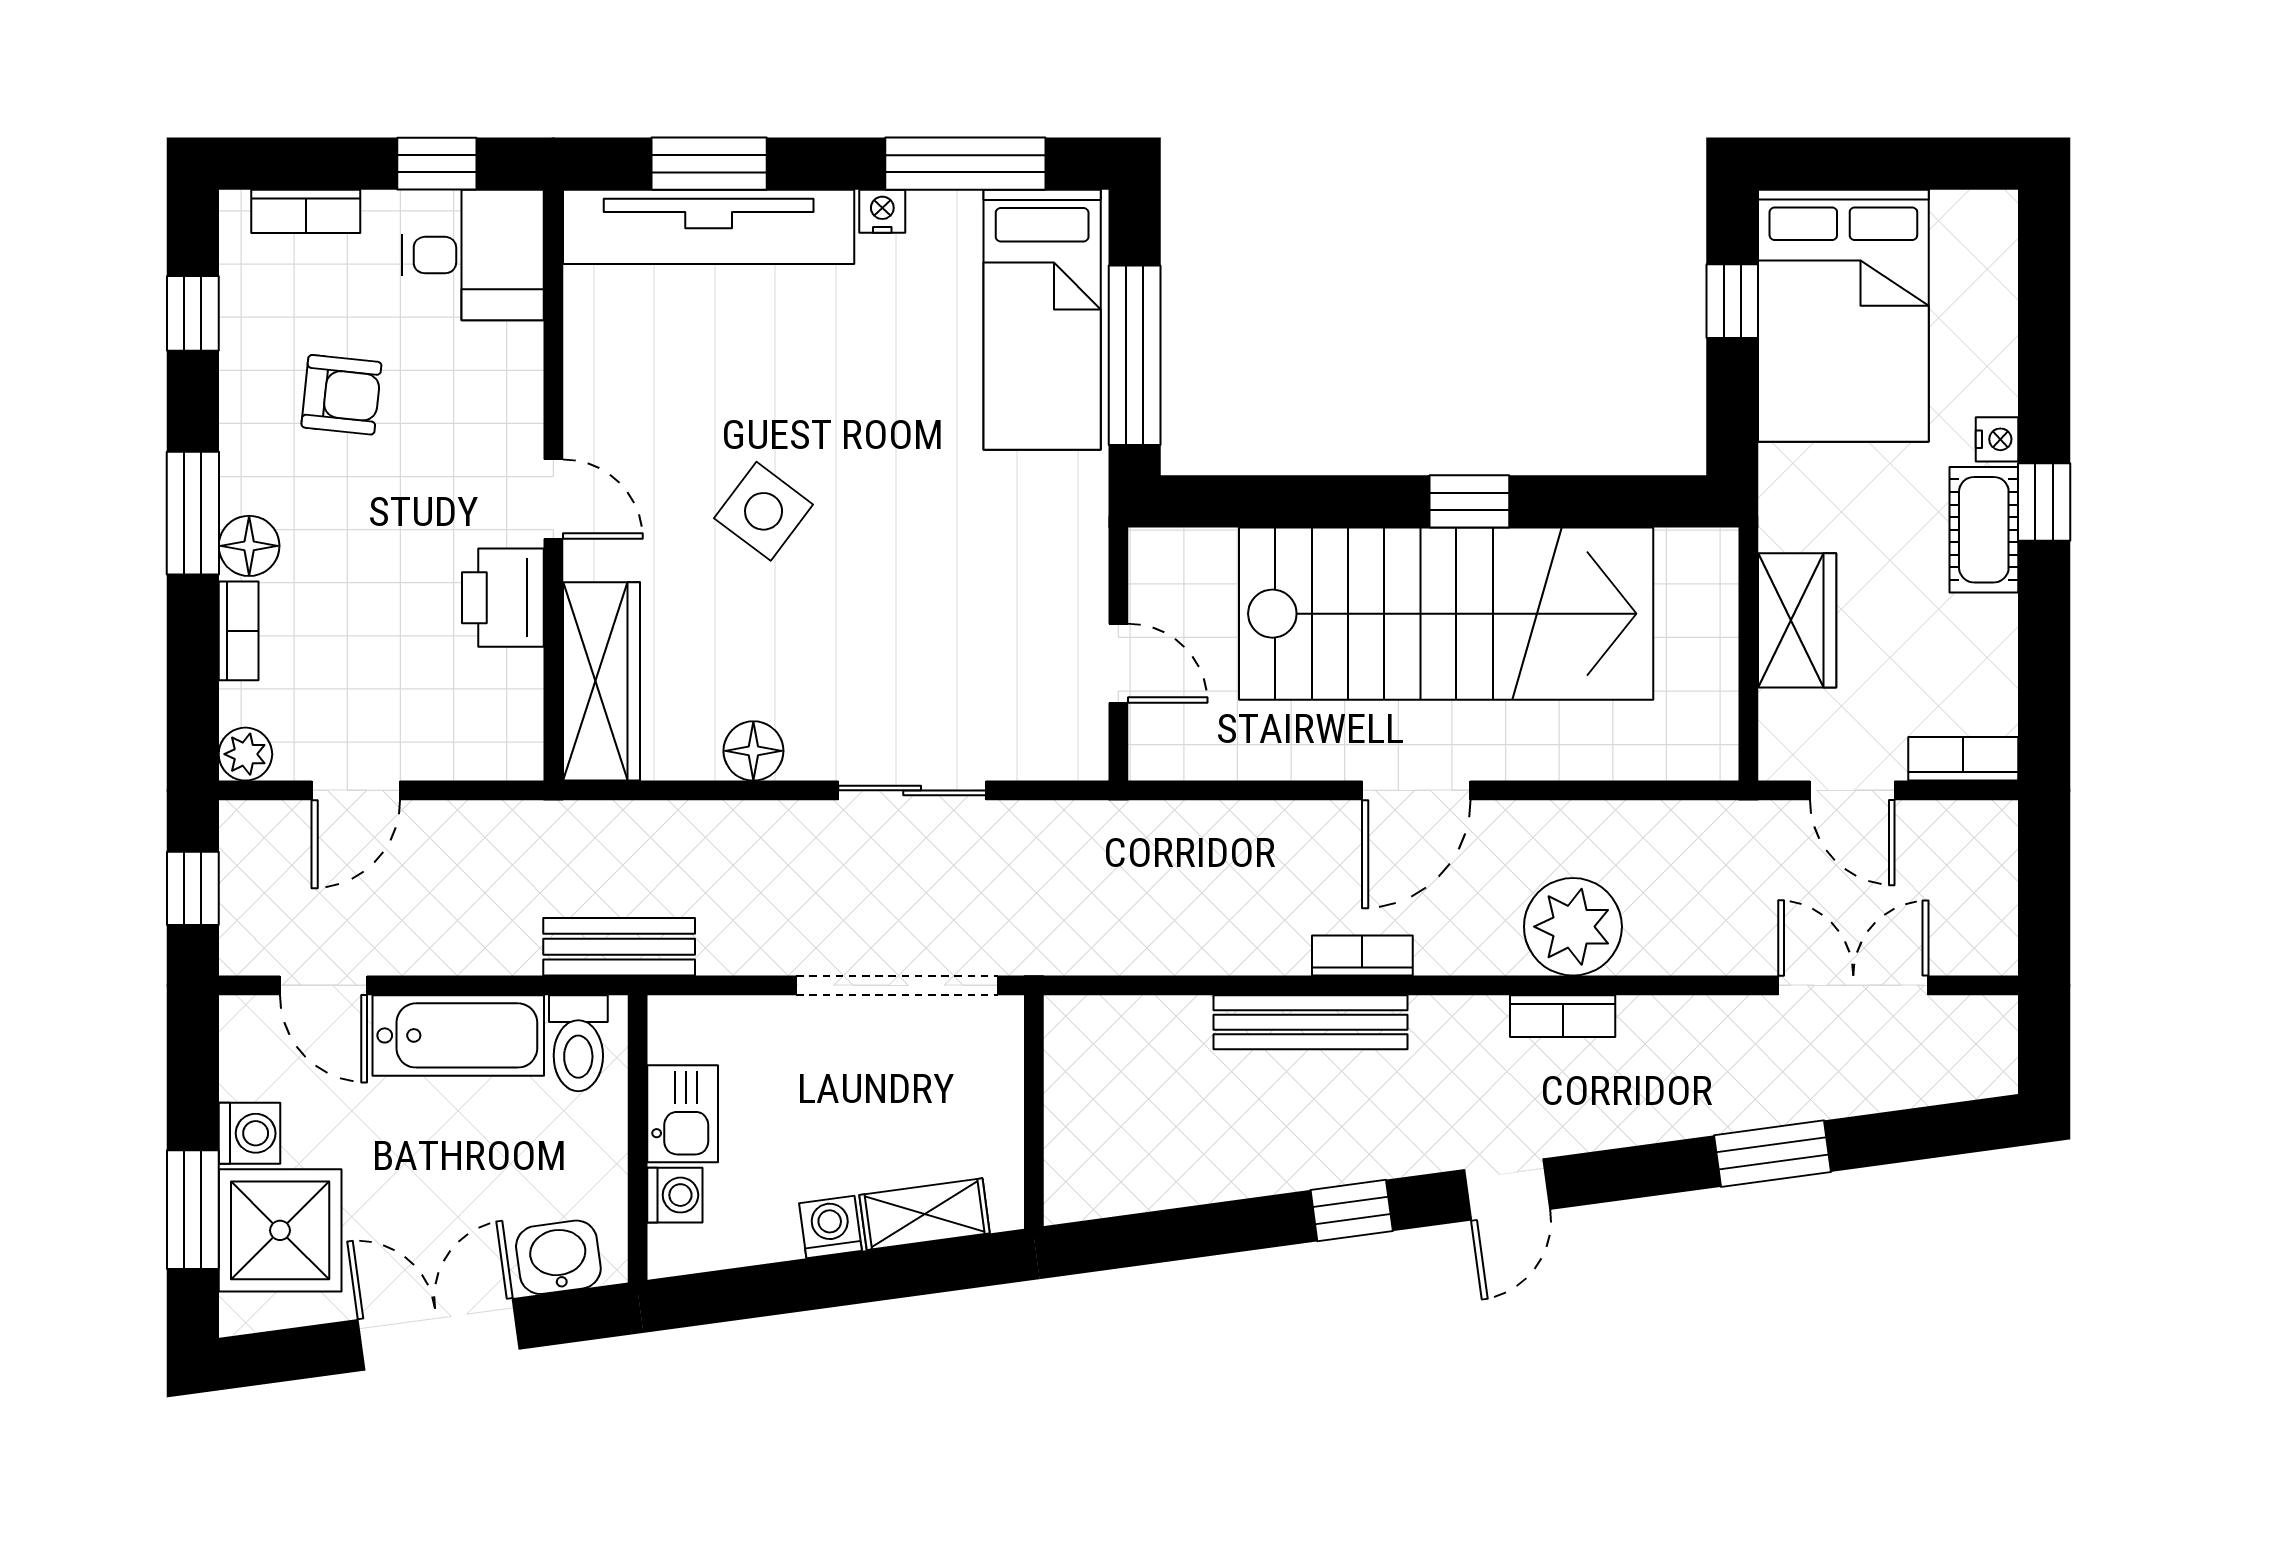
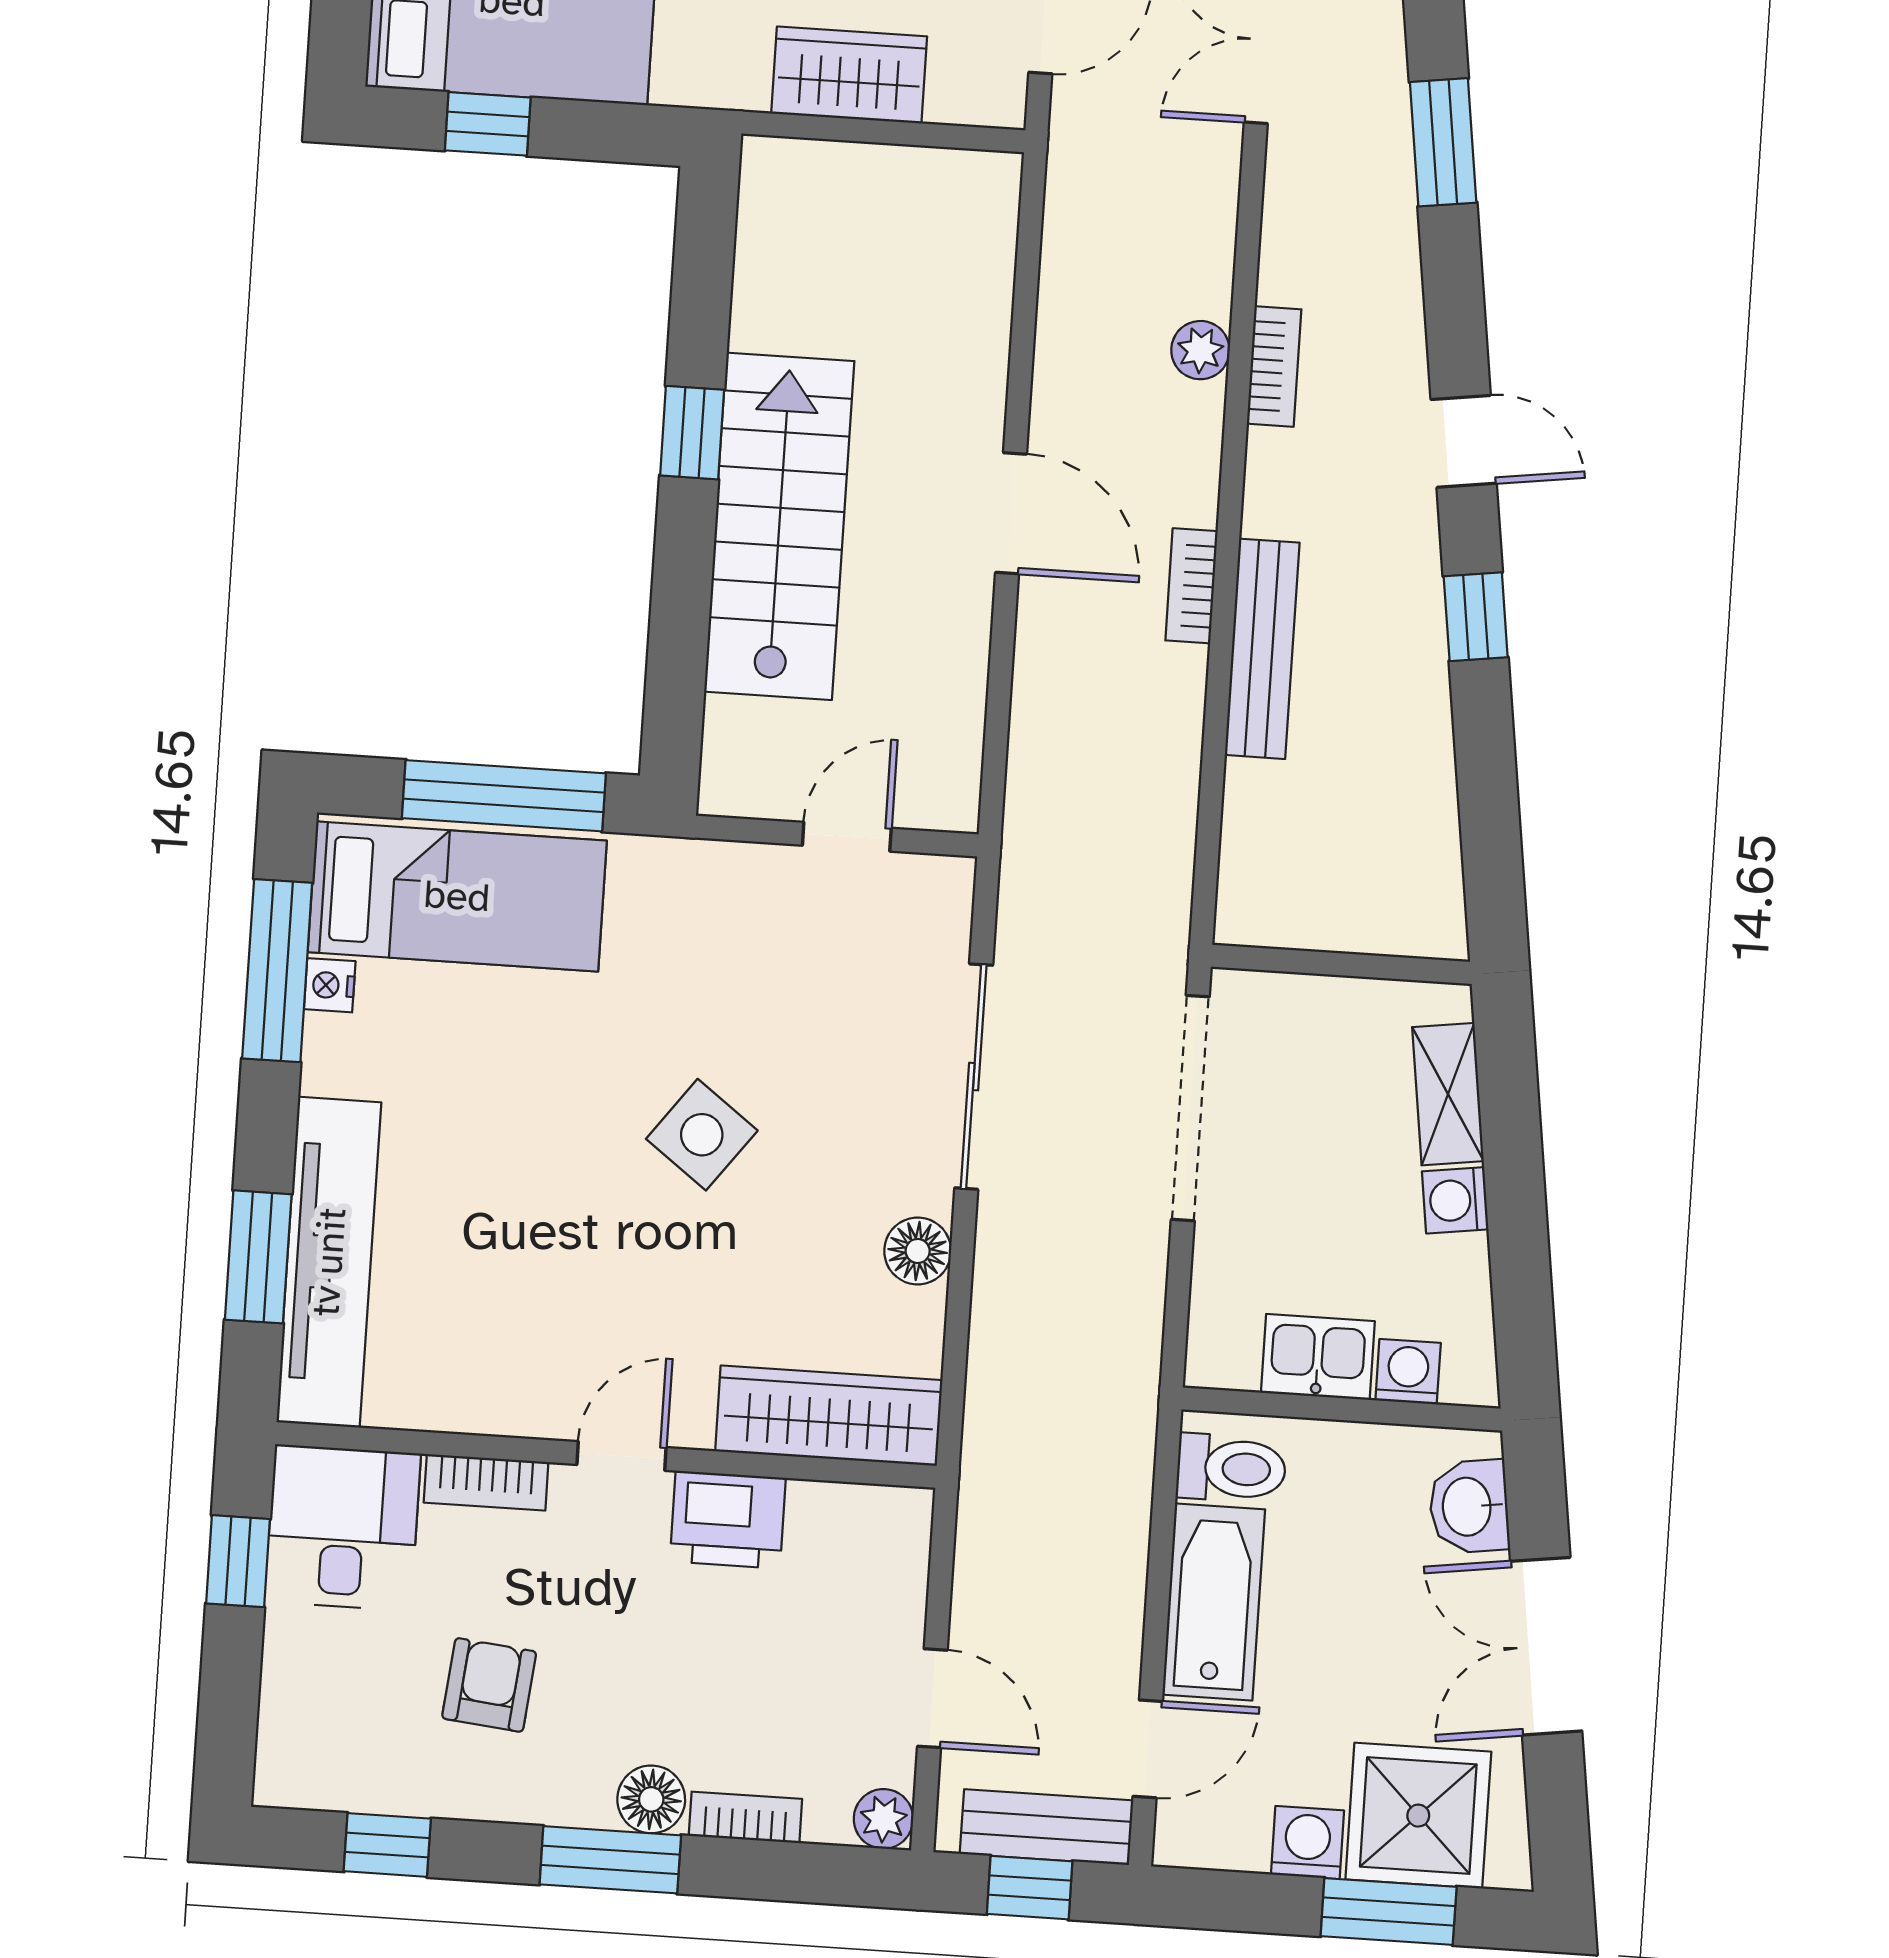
bookcase: (306, 211) -> (486, 1482), moved, turned 90
nightstand: (882, 211) -> (330, 985), moved
side table: (764, 511) -> (702, 1135), moved
stairs: (1446, 614) -> (779, 526), width x0.73, depth x0.66
sliding door: (912, 790) -> (974, 1077), width x1.37
plant: (1573, 927) -> (1200, 350), width x0.53, depth x0.53
bench: (619, 947) -> (1047, 1827), moved, turned 90

